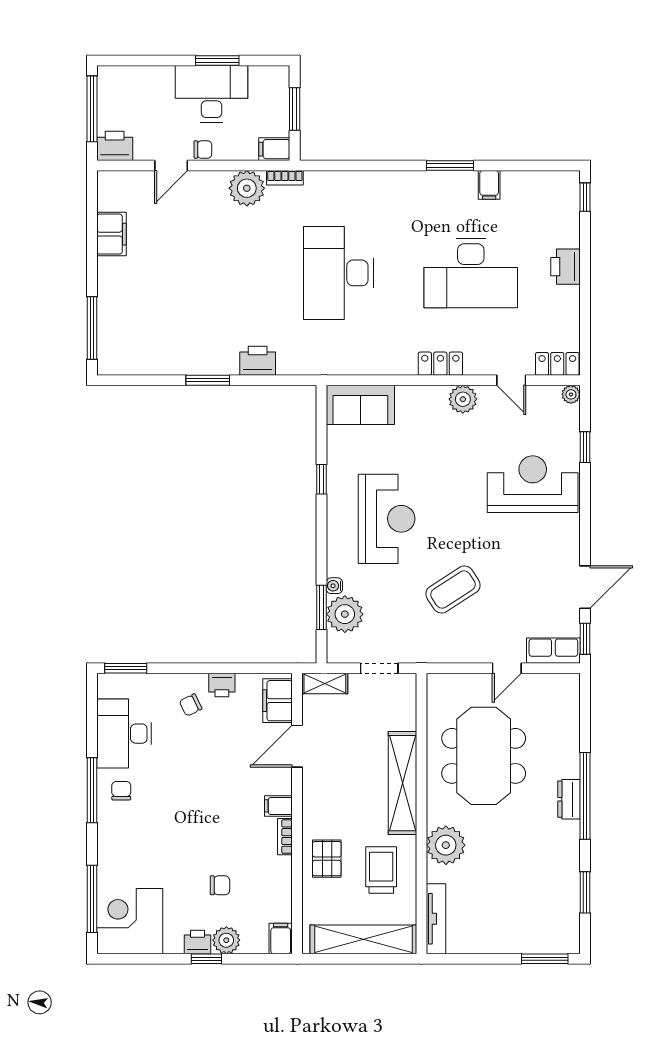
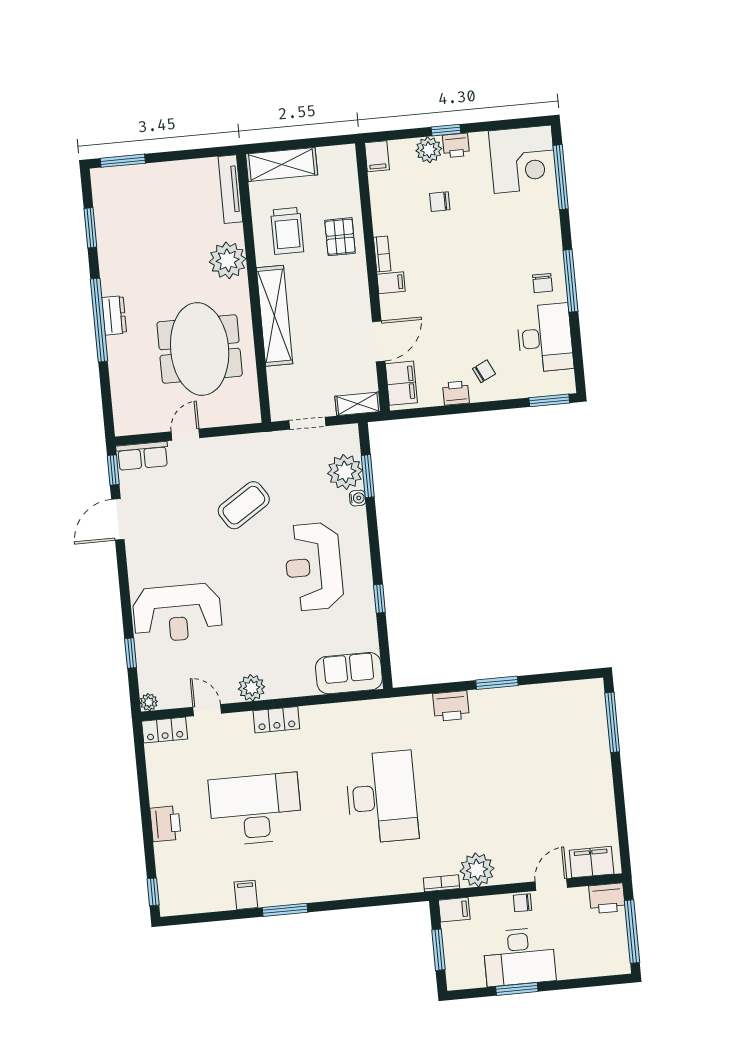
filing cabinet: (112, 234) -> (592, 862), moved, turned 90
shelving: (363, 939) -> (282, 164), width x0.68

